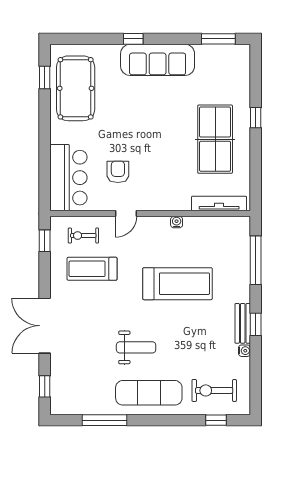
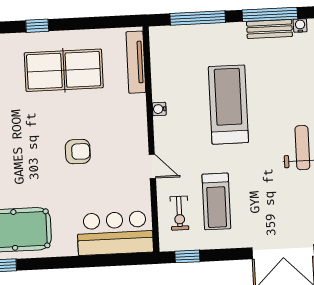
armchair: (118, 172) -> (78, 152), moved, turned 180
window: (256, 324) -> (270, 14), width x2.17

